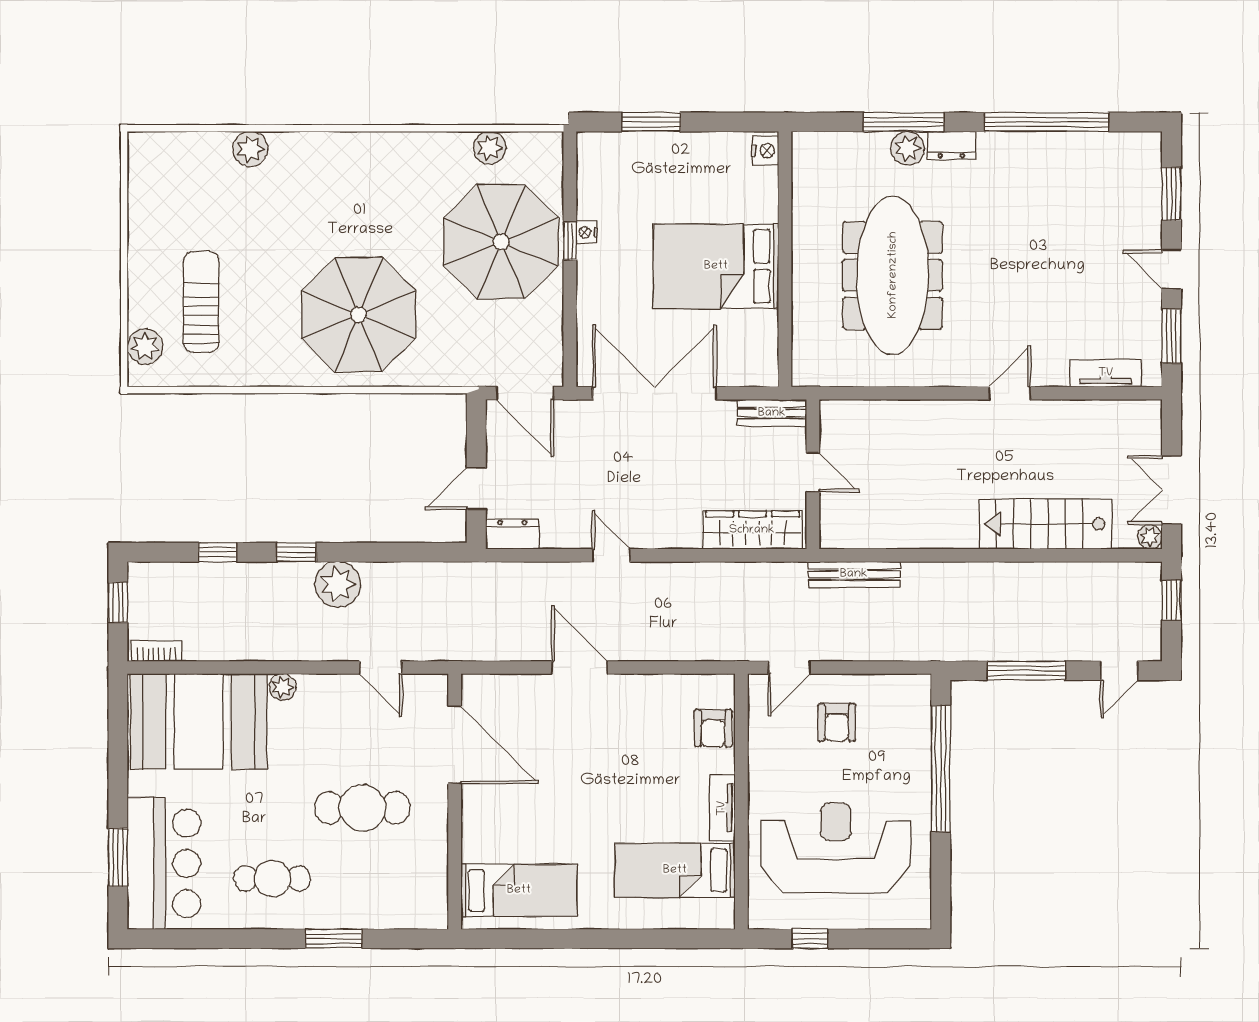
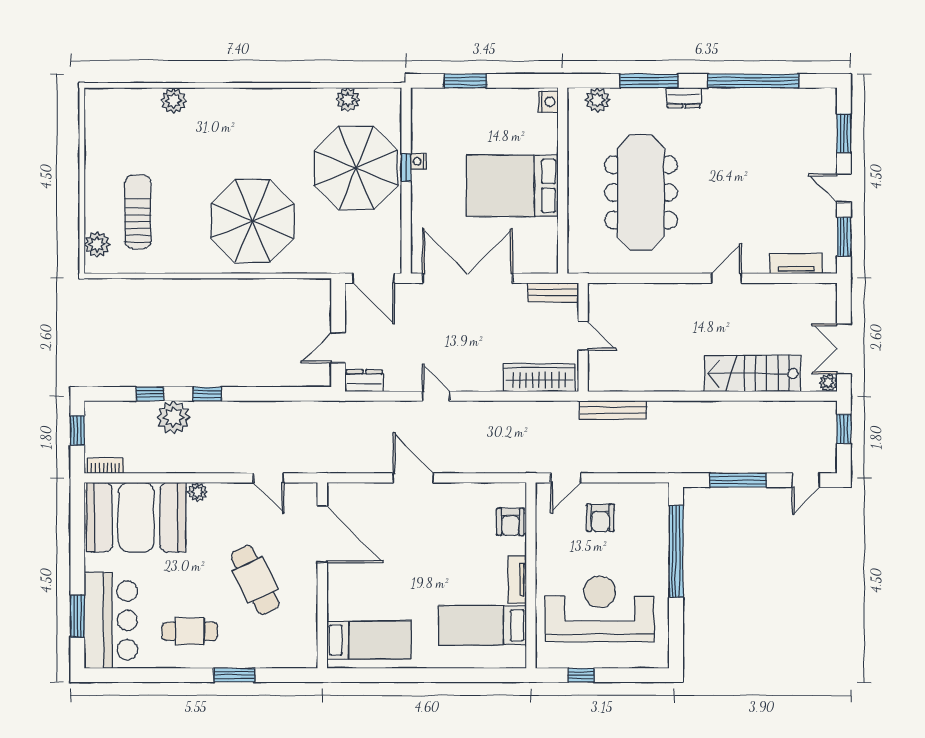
plant: (908, 148) -> (598, 100), moved
plant: (338, 584) -> (174, 417), moved
cafe table: (362, 808) -> (255, 580), turned 64

